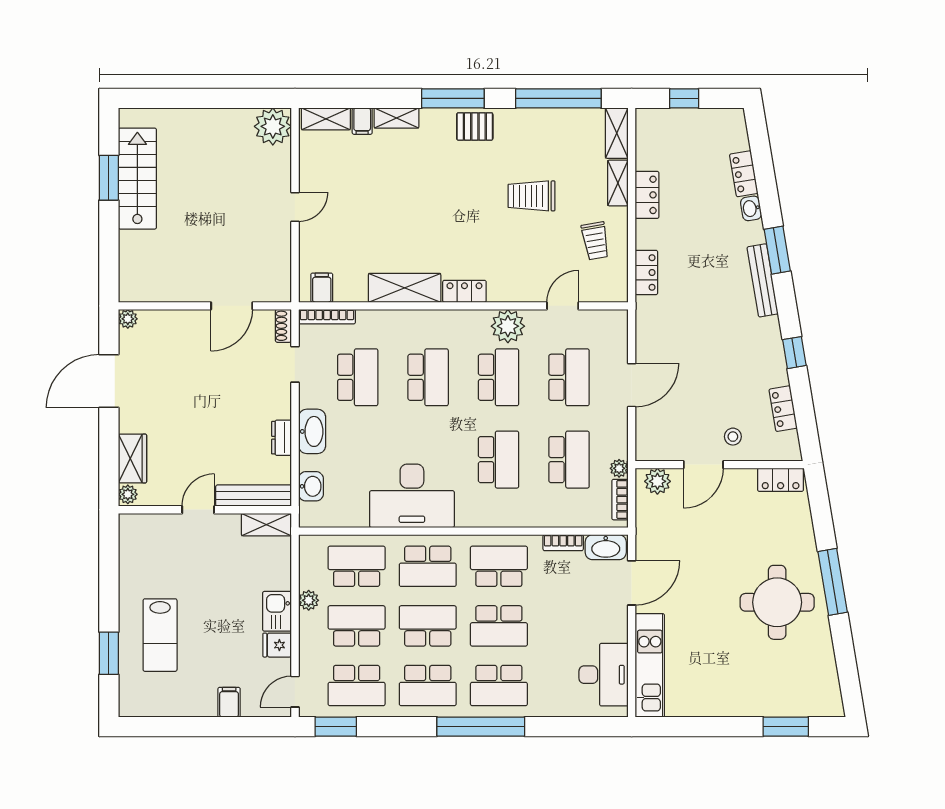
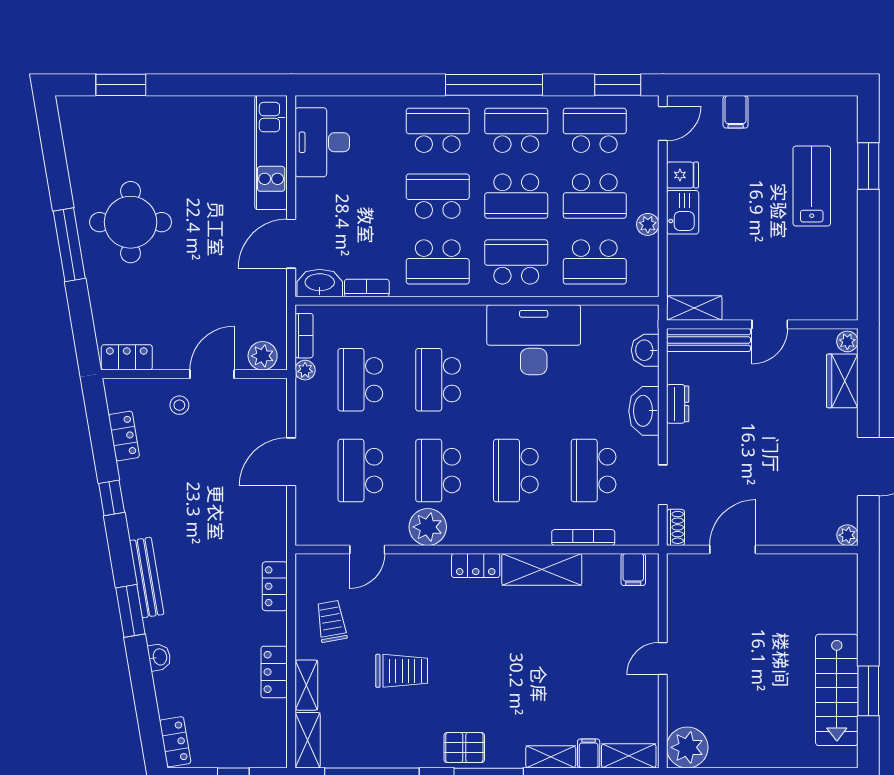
locker: (744, 174) -> (175, 742), moved
bookcase: (327, 317) -> (583, 538), moved
window: (481, 727) -> (494, 85), moved

